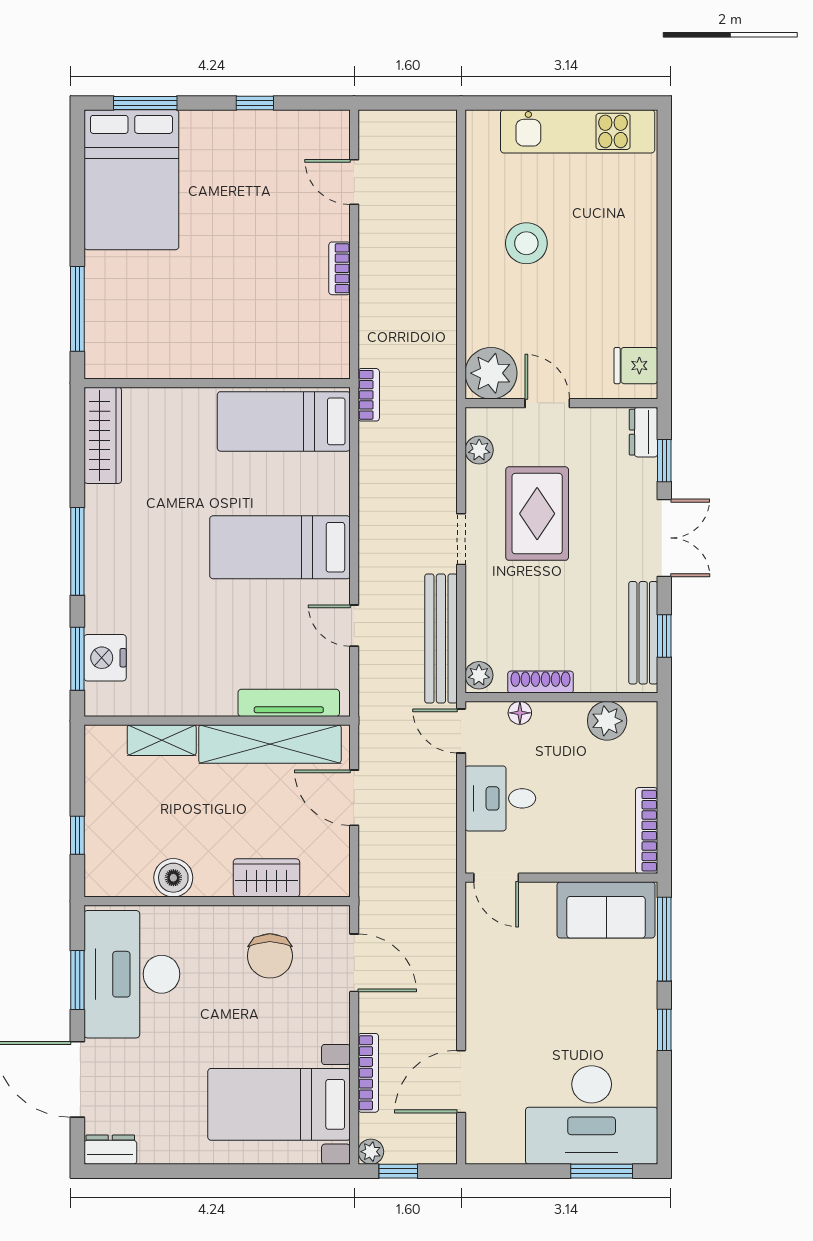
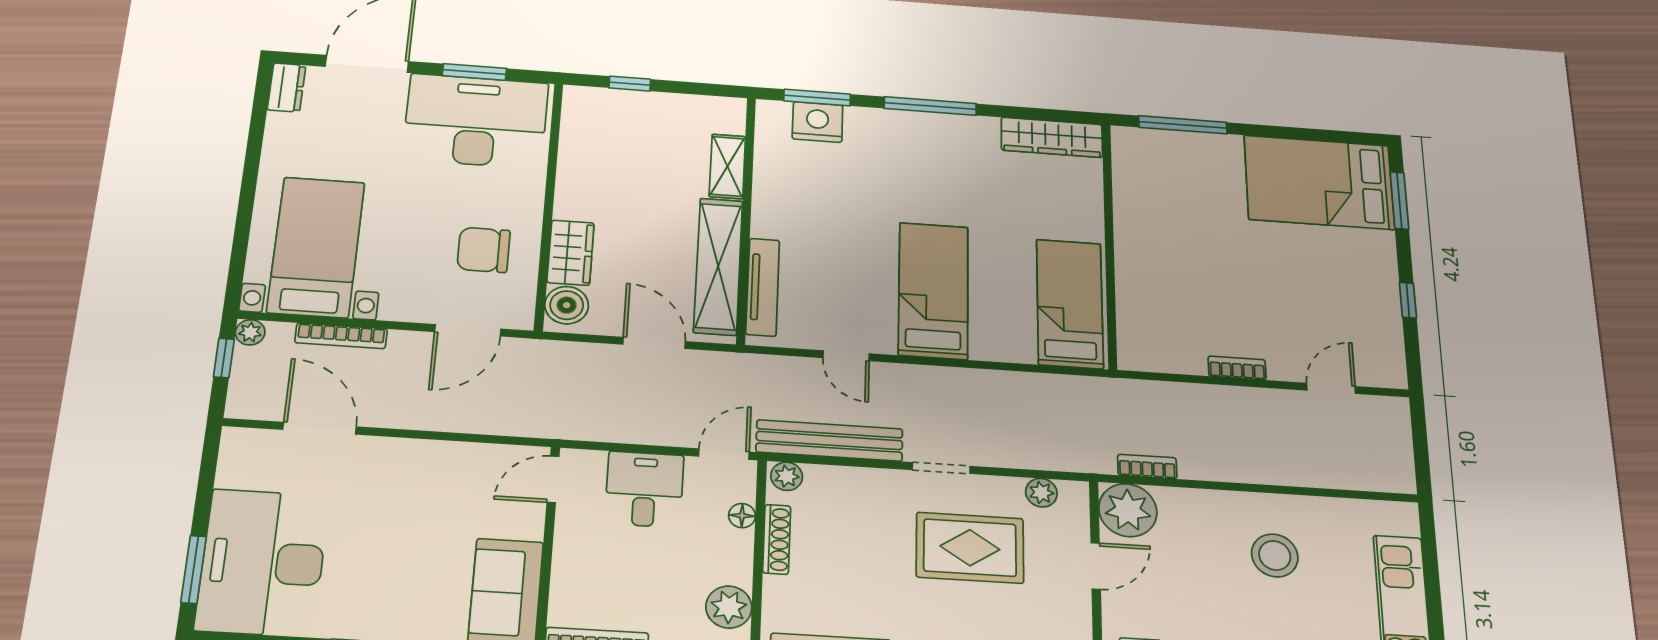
bookcase: (369, 395) -> (1147, 467), moved, turned 180
door: (354, 626) -> (846, 356), swing flipped
door: (354, 798) -> (654, 343), hinge flipped
boiler: (173, 878) -> (567, 305), moved

